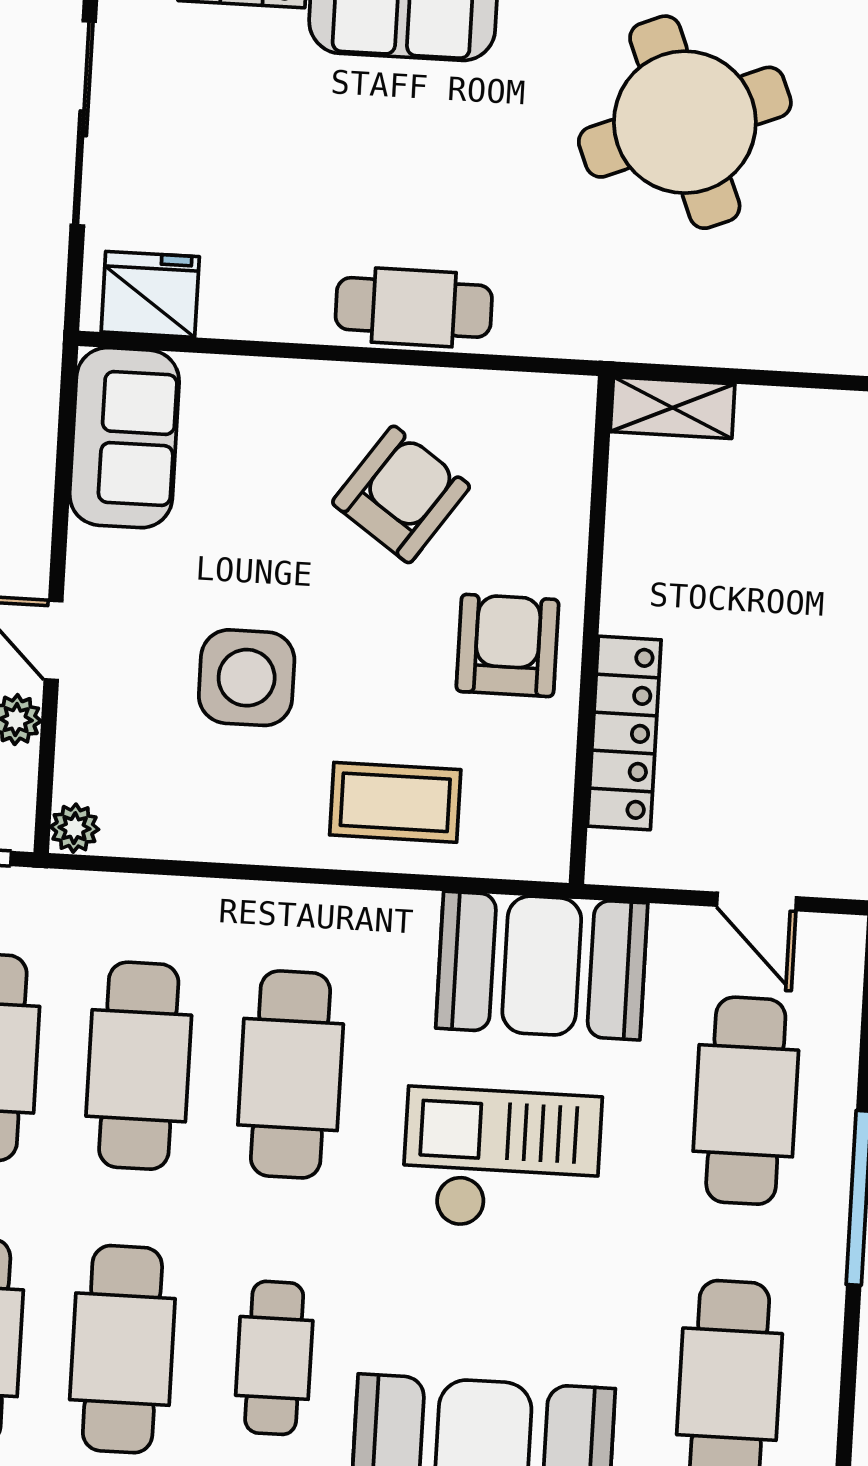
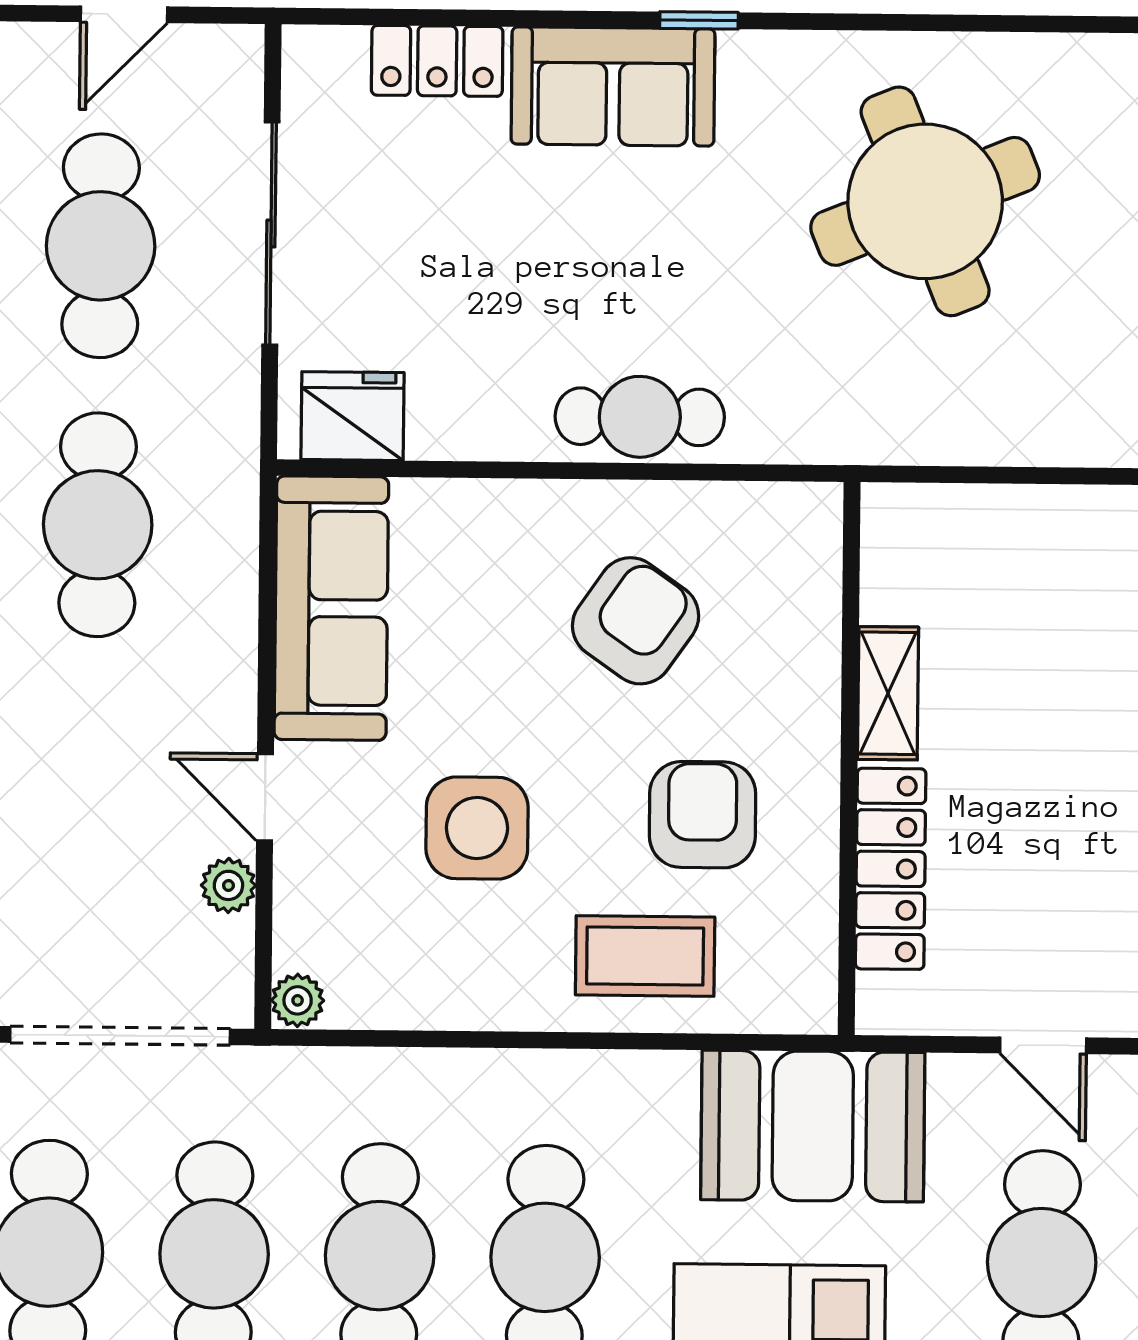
shelving: (673, 408) -> (888, 693), moved, turned 90
sofa: (124, 438) -> (331, 608), width x1.36
armchair: (507, 645) -> (703, 815), moved

